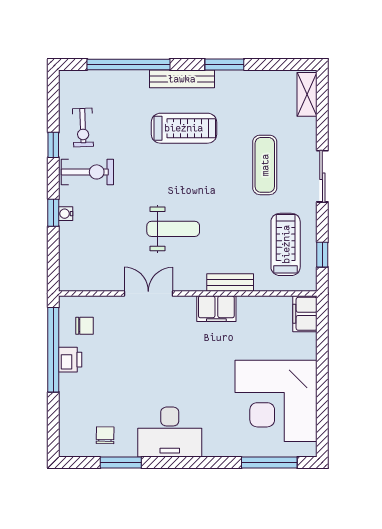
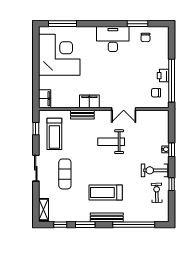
window: (274, 64) -> (60, 225), added

